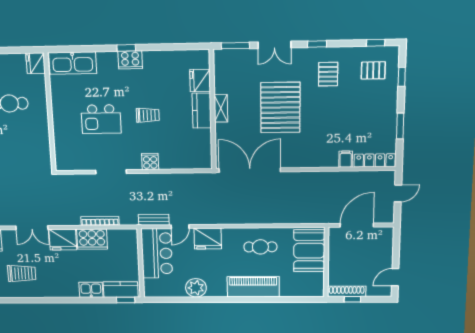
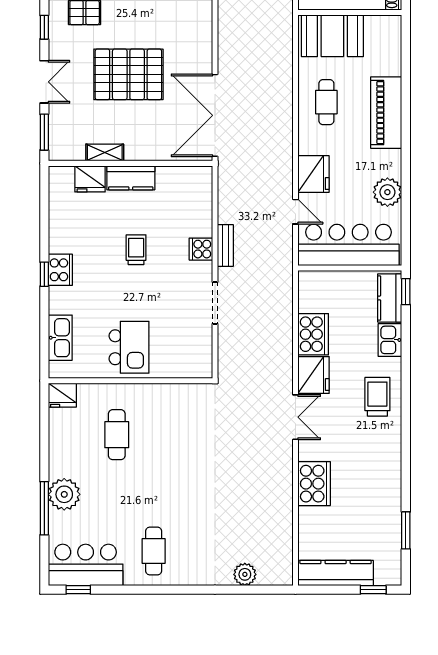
kitchen sink: (73, 63) -> (60, 338), width x0.73, depth x0.81
shelving: (221, 108) -> (105, 153), moved
kitchen island: (101, 119) -> (129, 347), moved
bench: (154, 220) -> (225, 245), moved
bookcase: (100, 221) -> (286, 322), removed
bar counter: (157, 253) -> (349, 245), width x1.36
trolley: (22, 273) -> (377, 397), moved

